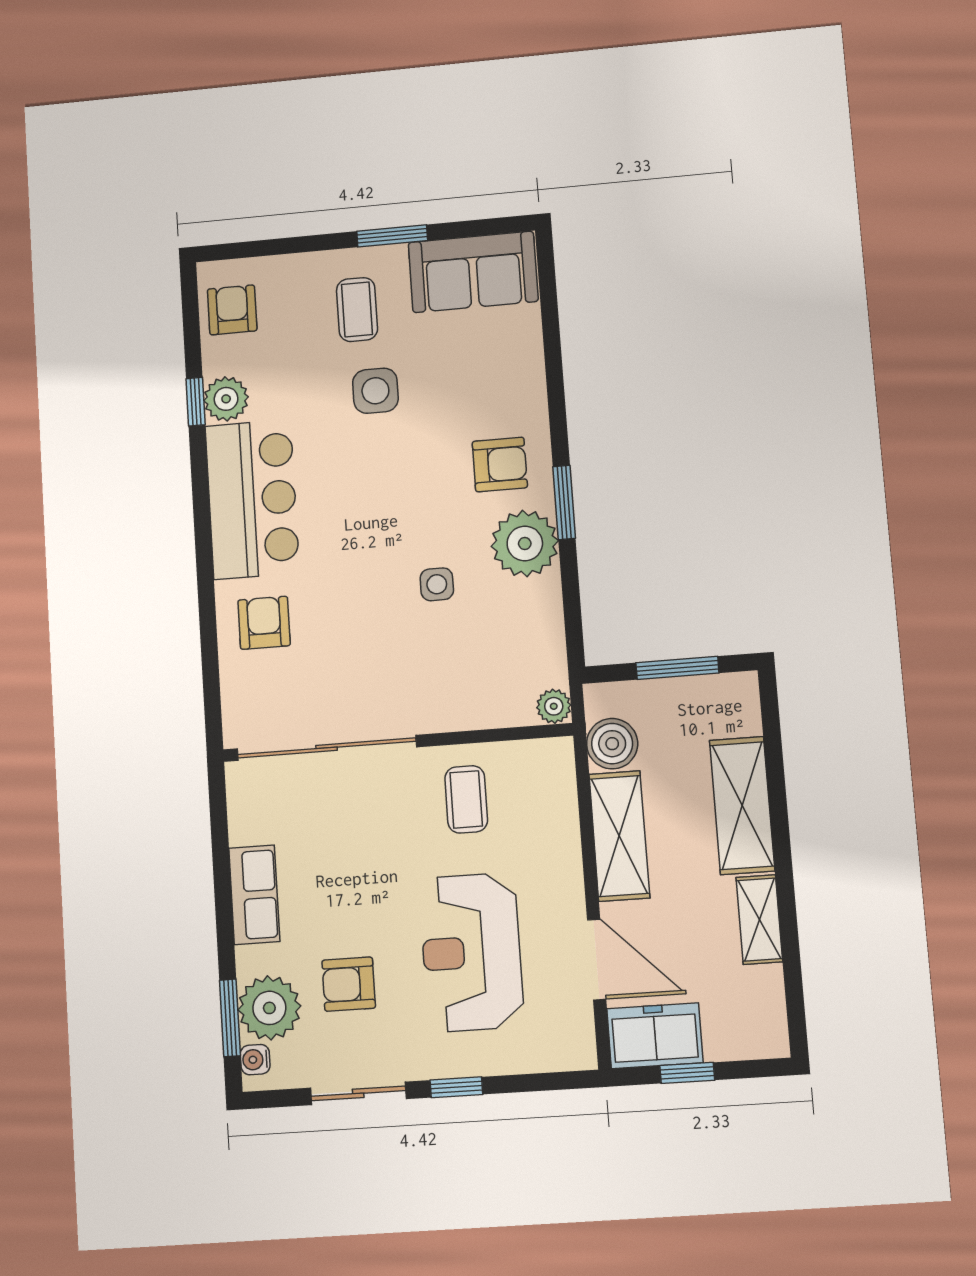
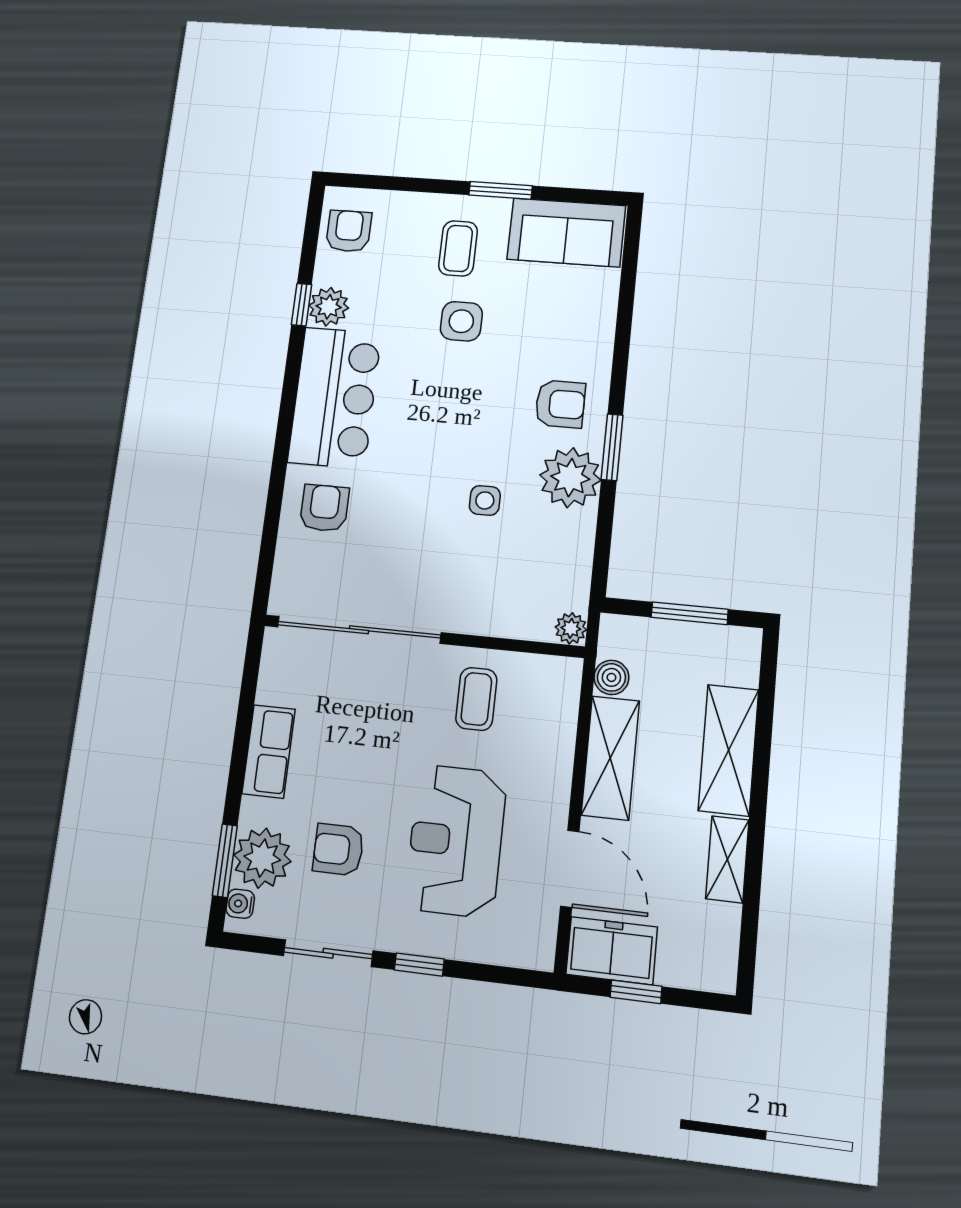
boiler: (612, 744) -> (611, 677), width x0.73, depth x0.73

